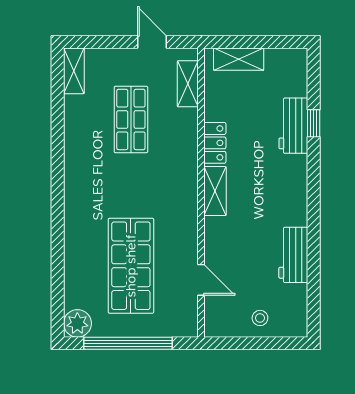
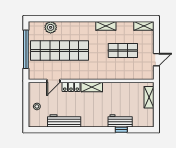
shelving: (188, 84) -> (106, 26), moved
locker: (215, 143) -> (71, 87), moved
workbench: (293, 255) -> (64, 121), width x1.38
shop shelf: (131, 266) -> (59, 51), width x1.40
plant: (77, 323) -> (51, 27), moved

